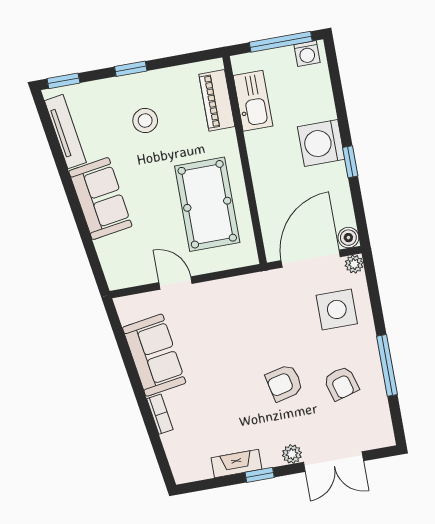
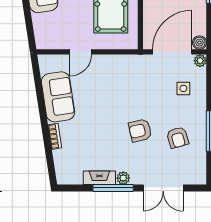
door: (176, 283) -> (81, 52), swing flipped
side table: (337, 309) -> (183, 88), width x0.54, depth x0.54
plant: (292, 454) -> (123, 178), moved
window: (260, 475) -> (113, 188), width x2.17

